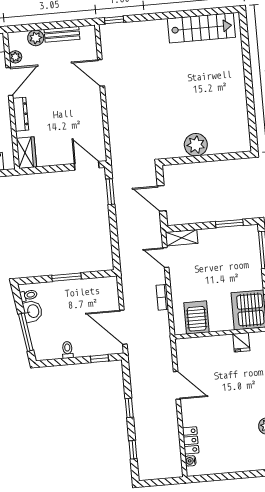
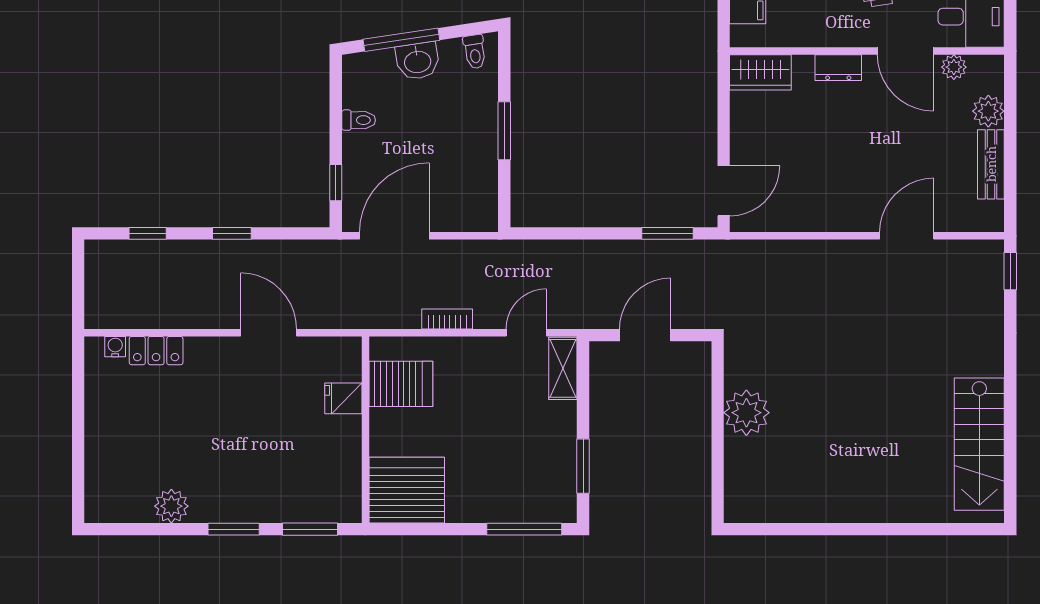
dresser: (21, 114) -> (838, 68), width x0.70
washbasin: (33, 311) -> (418, 61), moved
fridge: (241, 342) -> (343, 398), moved
door: (177, 385) -> (269, 333), swing flipped

